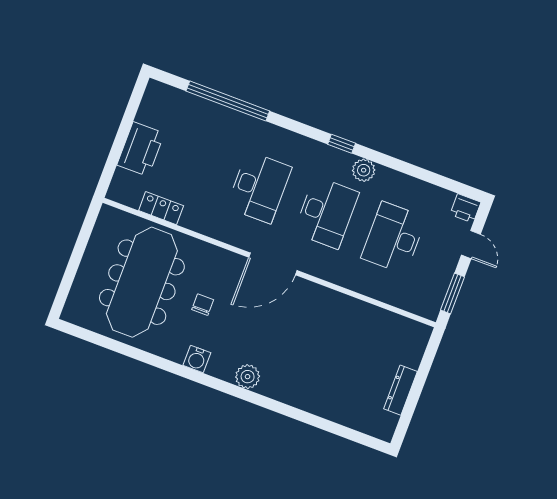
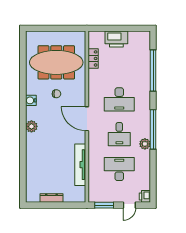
window: (342, 144) -> (153, 129), width x3.17
desk: (326, 213) -> (119, 134), width x0.73
tv unit: (357, 310) -> (80, 165), added

